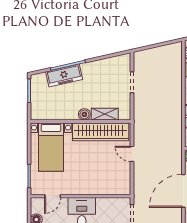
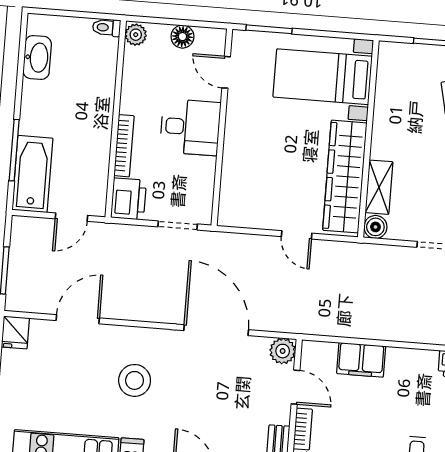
boiler: (84, 114) -> (375, 227), moved
door: (132, 154) -> (297, 235), swing flipped

